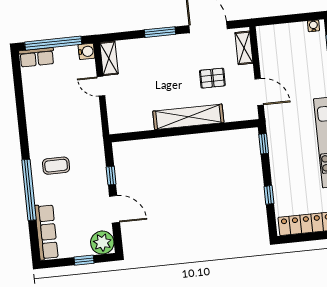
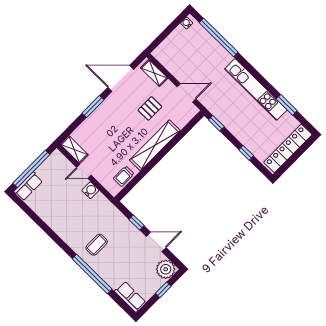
water cooler: (86, 51) -> (90, 190), moved
trolley: (135, 122) -> (124, 176), added
row of seats: (46, 232) -> (130, 297), width x0.68

